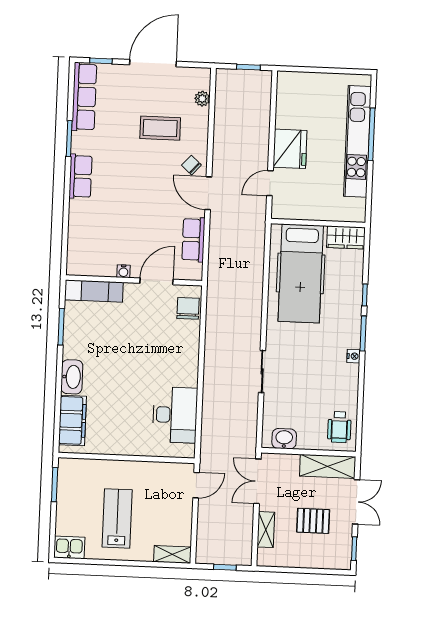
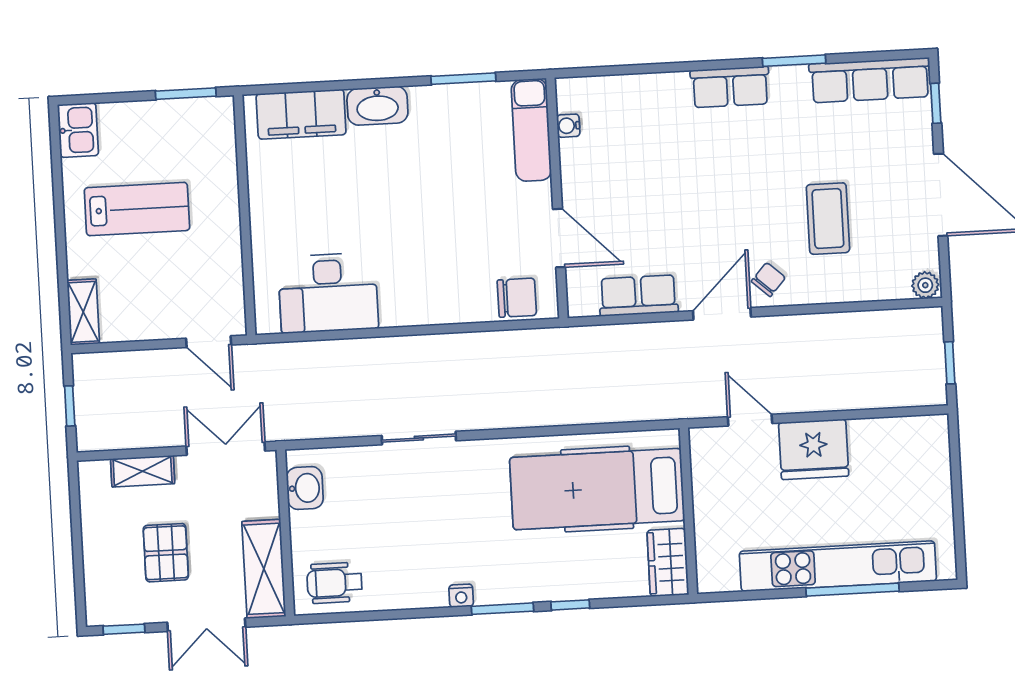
plant: (202, 99) -> (925, 285), moved
water cooler: (123, 271) -> (568, 126), moved

